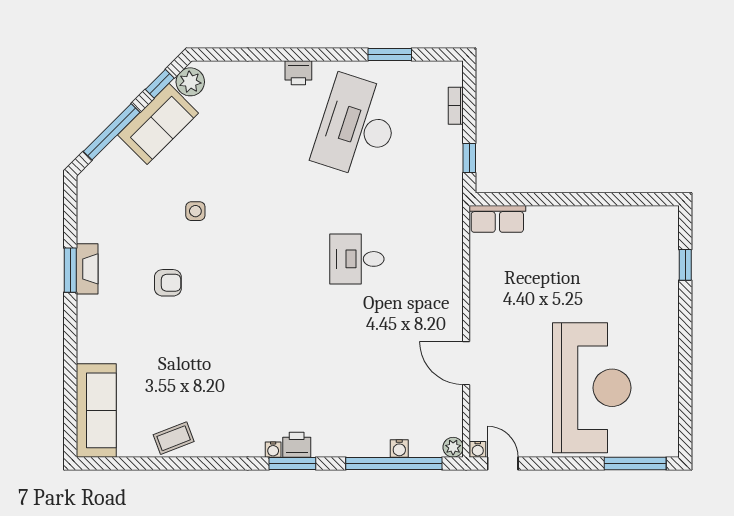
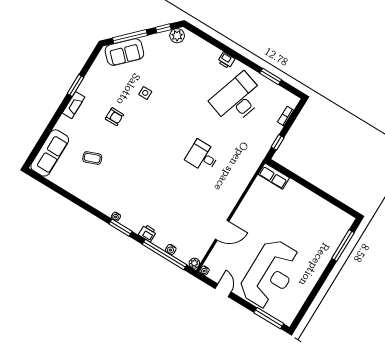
sofa: (158, 124) -> (124, 52), moved
window: (685, 265) -> (343, 246), width x2.17
fireplace: (87, 269) -> (74, 105), moved
door: (466, 363) -> (222, 230), swing flipped
coffee table: (174, 438) -> (92, 158), moved
printer: (297, 445) -> (148, 233), moved
door: (503, 463) -> (223, 290), moved

